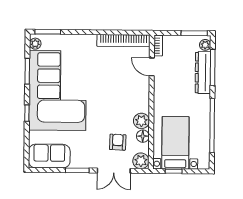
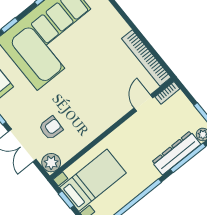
plant: (141, 121) -> (87, 134), removed
floor lamp: (143, 136) -> (75, 146), removed

